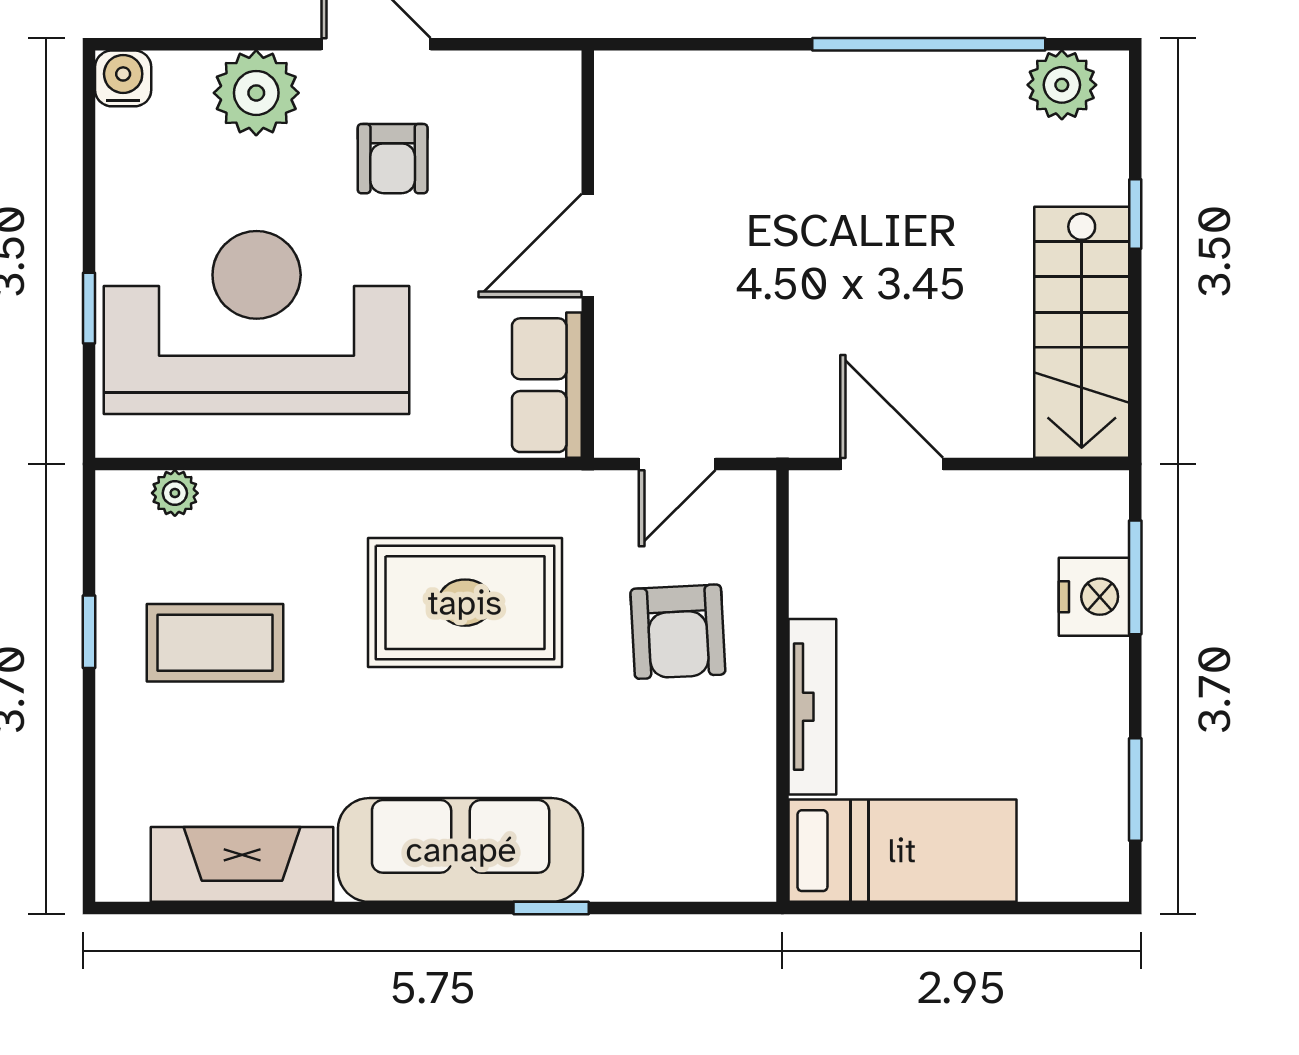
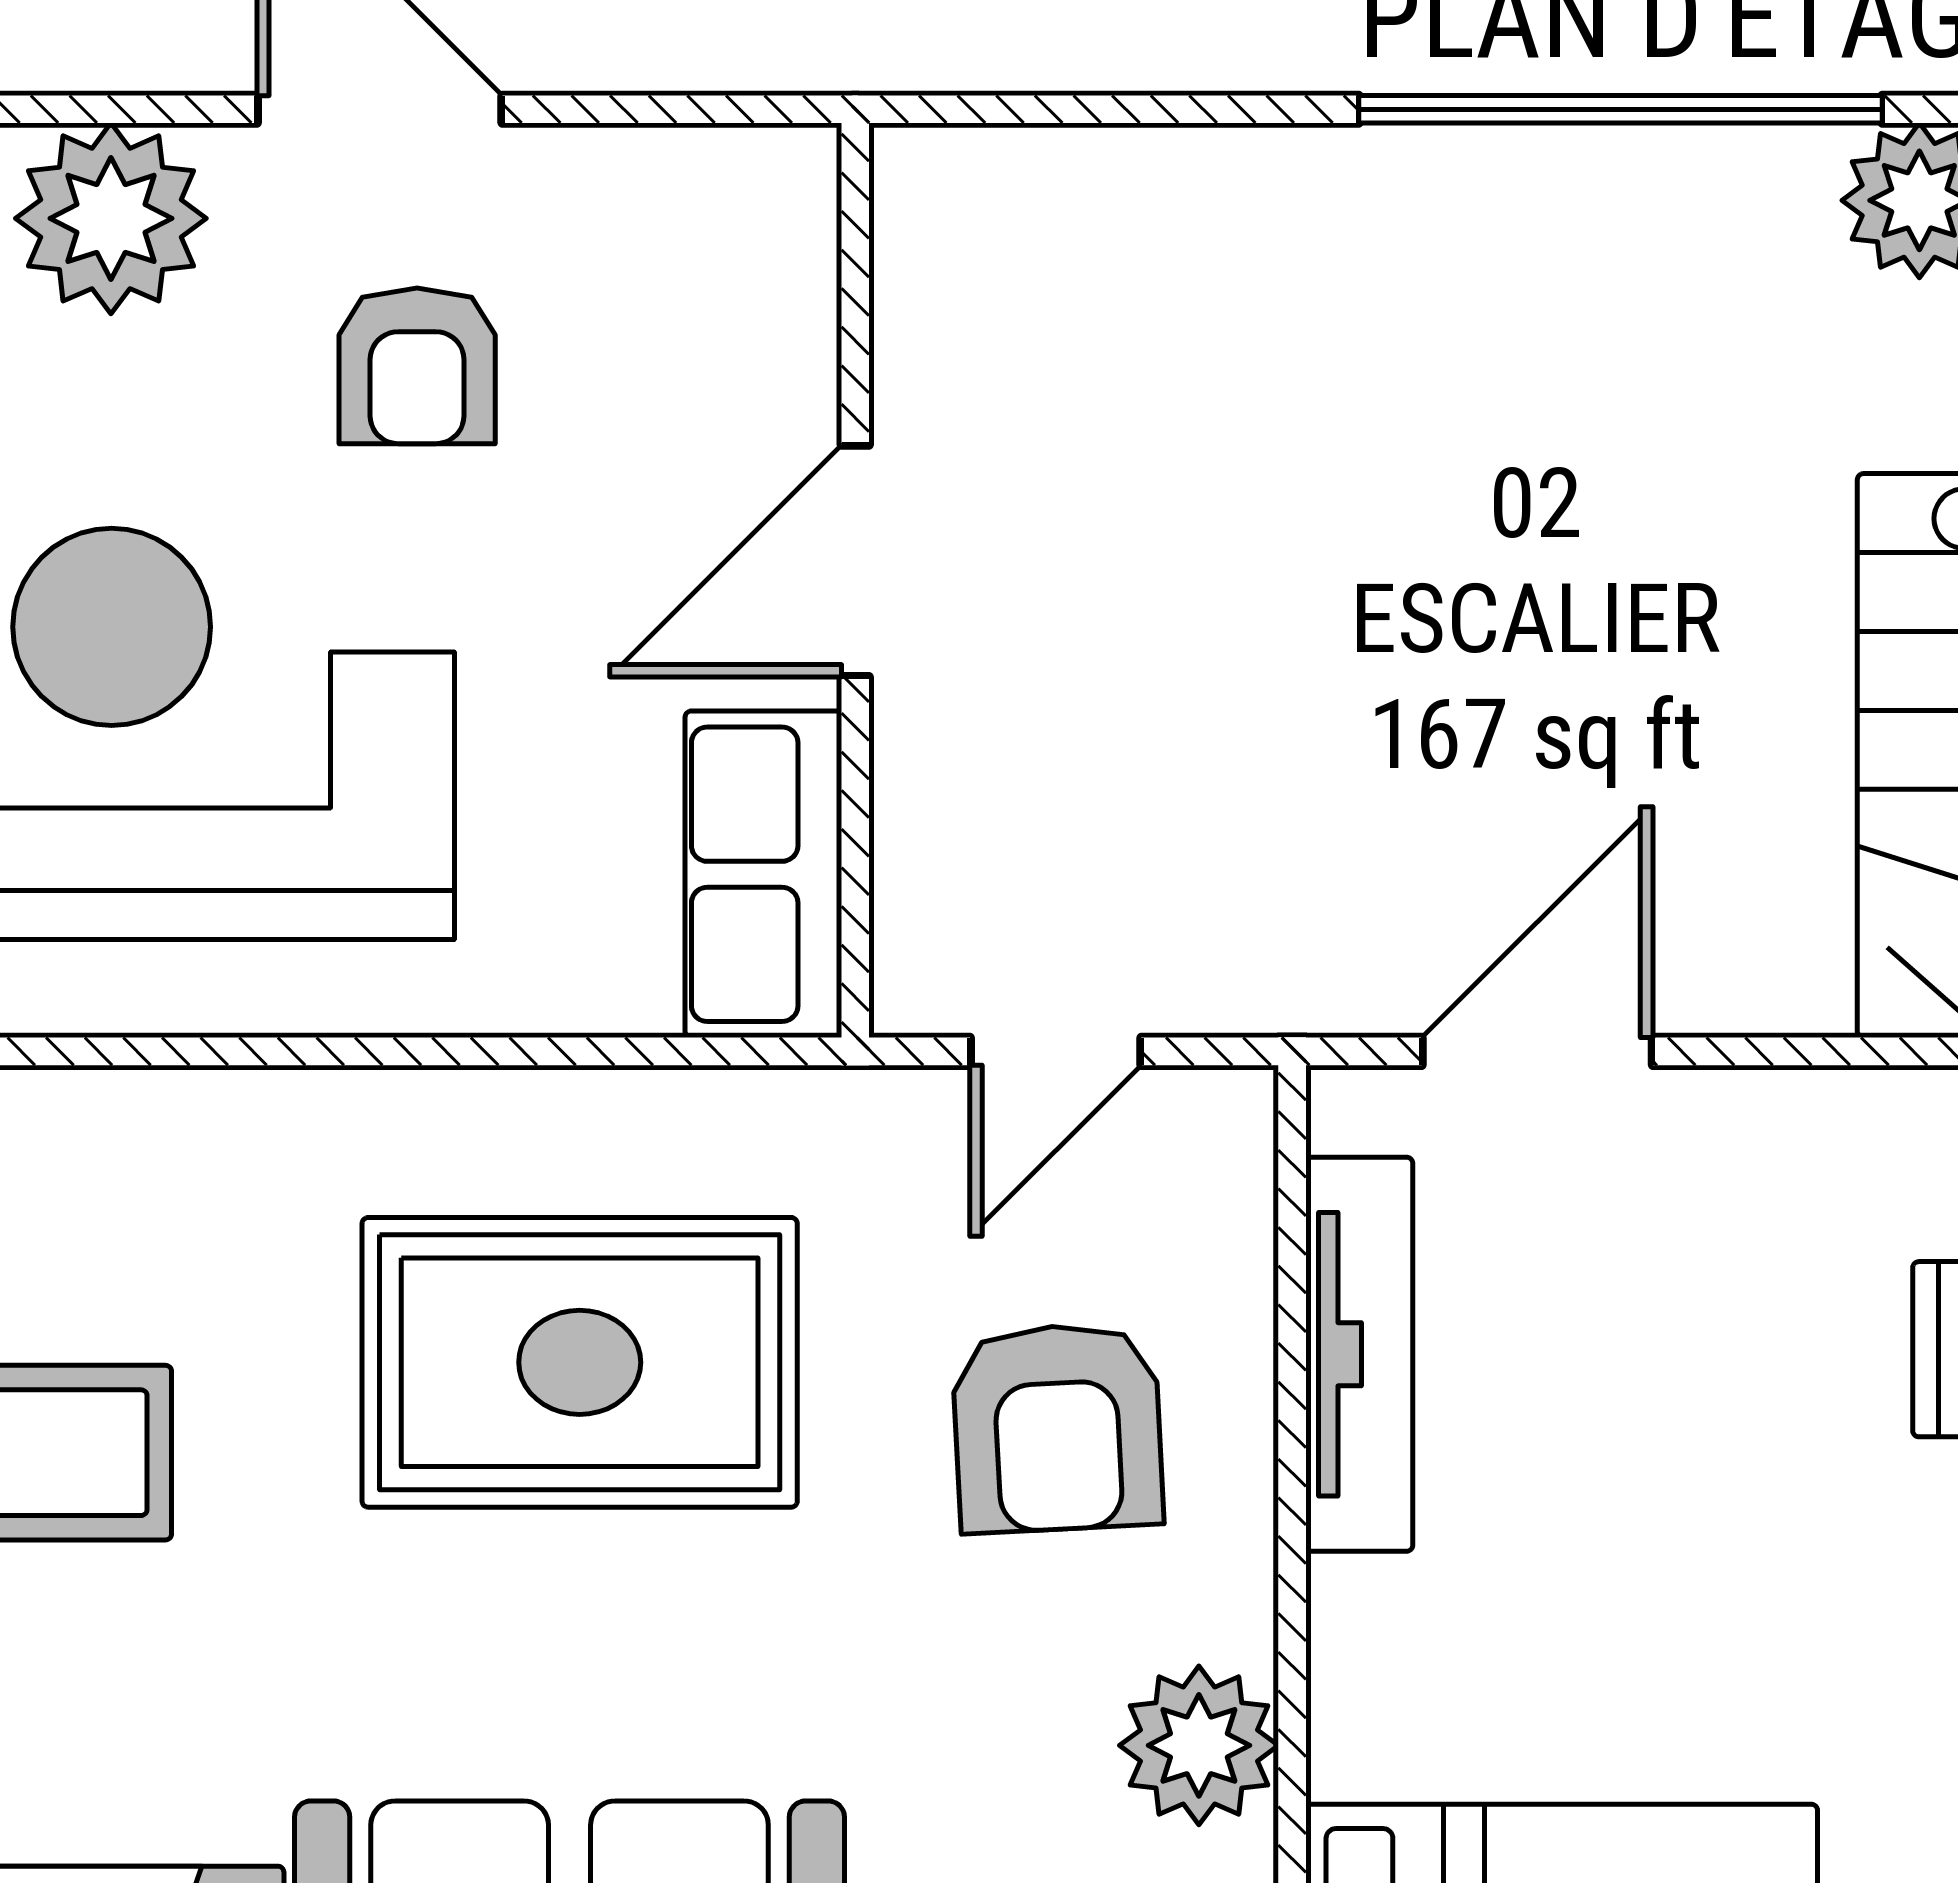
door: (892, 464) -> (1537, 1051), hinge flipped
tv unit: (812, 707) -> (1359, 1354), moved
plant: (741, 773) -> (1199, 1745), added

